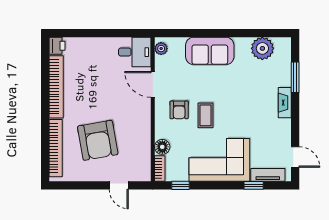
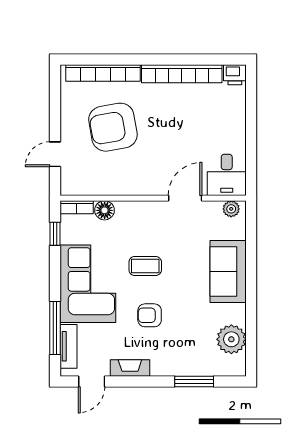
fireplace: (285, 103) -> (130, 368), moved
armchair: (179, 110) -> (150, 315), moved
window: (254, 185) -> (55, 328), width x2.17

